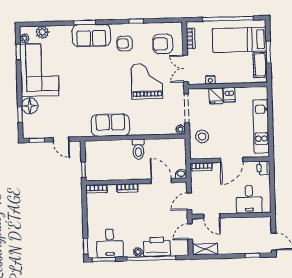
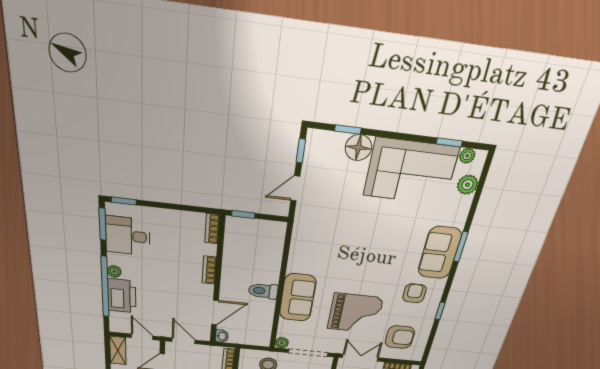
armchair: (163, 44) -> (400, 337), turned 90
sofa: (110, 125) -> (298, 298), moved

